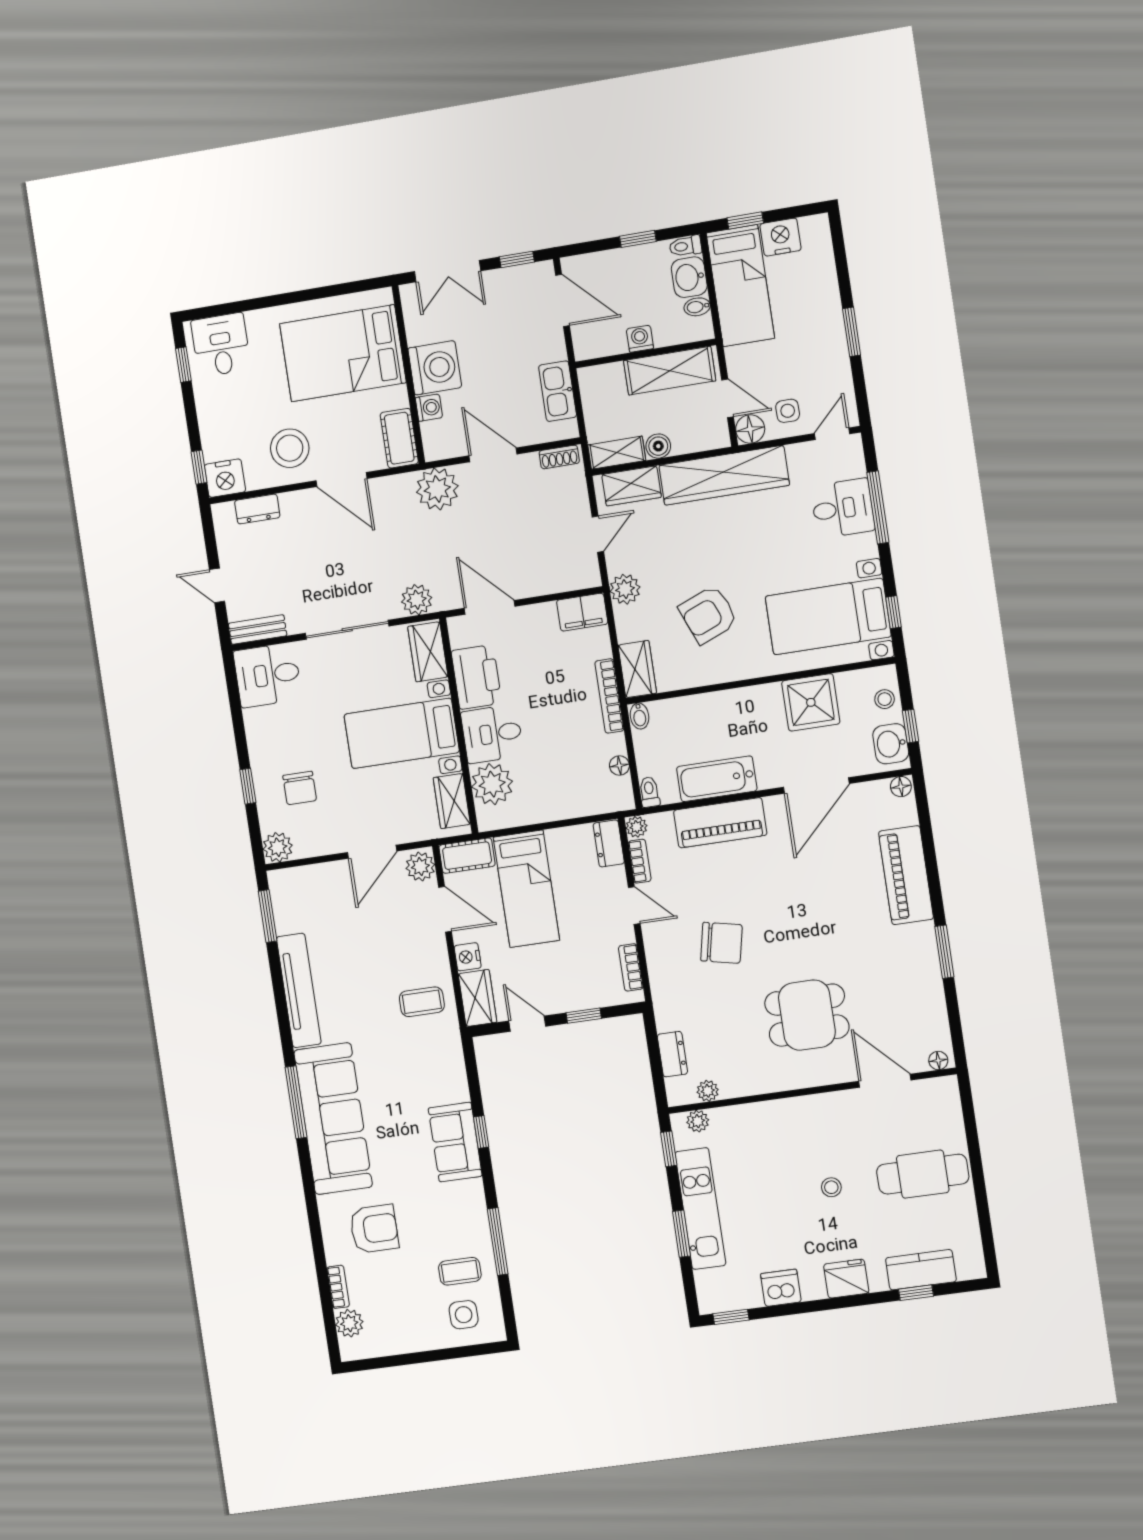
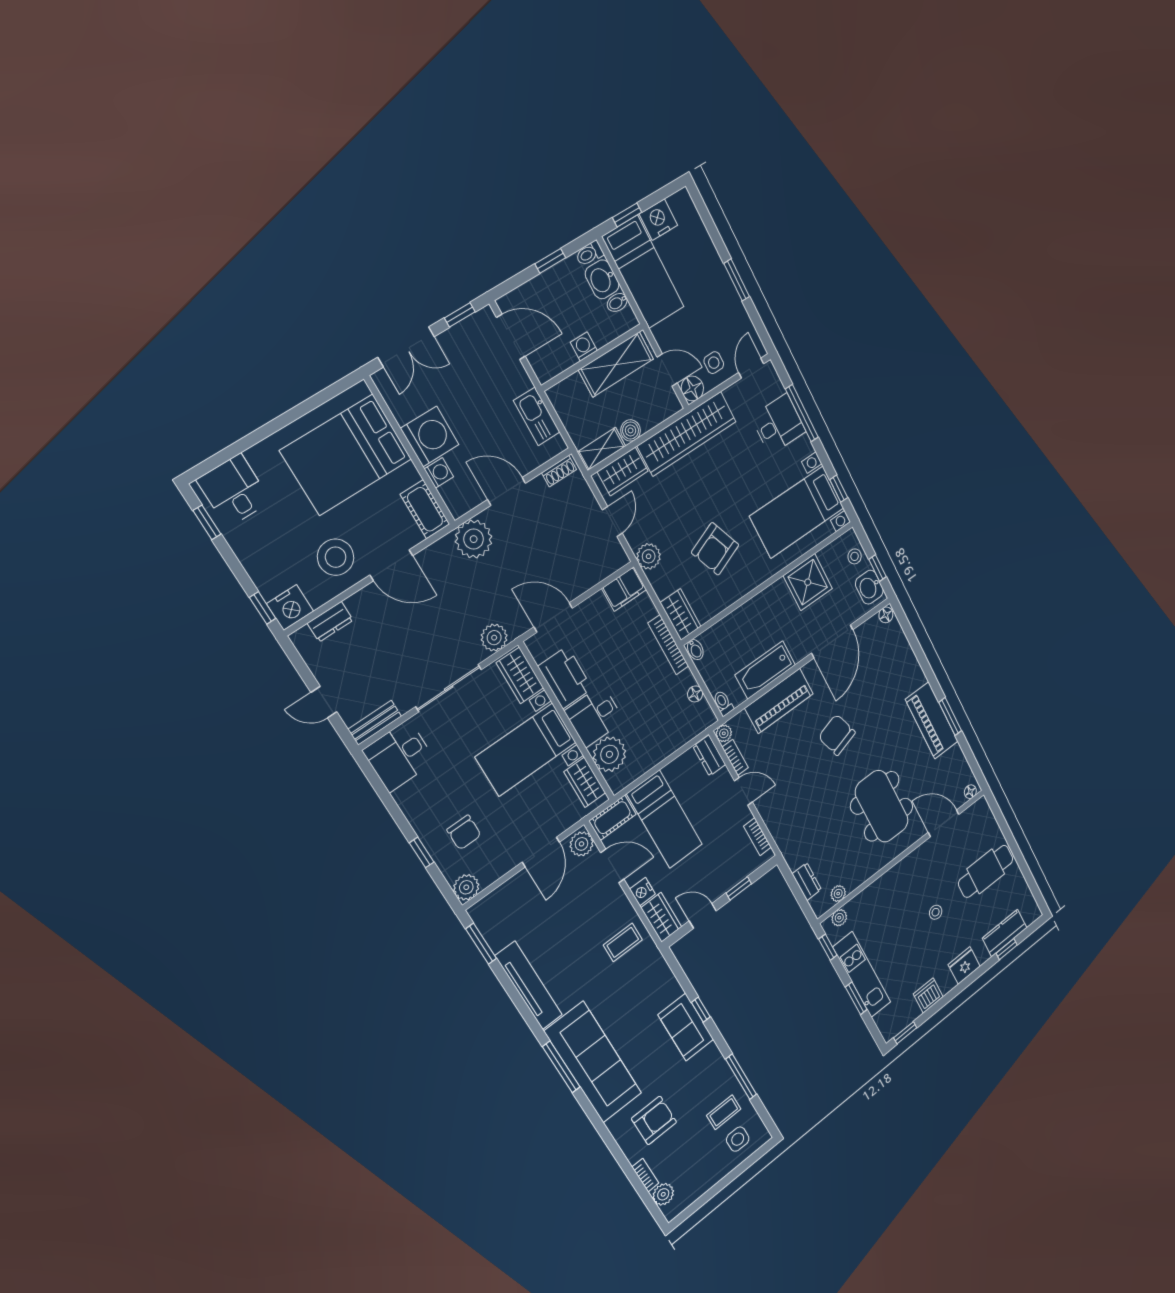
piano: (906, 875) -> (932, 721), moved
chair: (721, 943) -> (837, 735), moved, turned -119
dining table: (807, 1015) -> (882, 806), width x1.38

